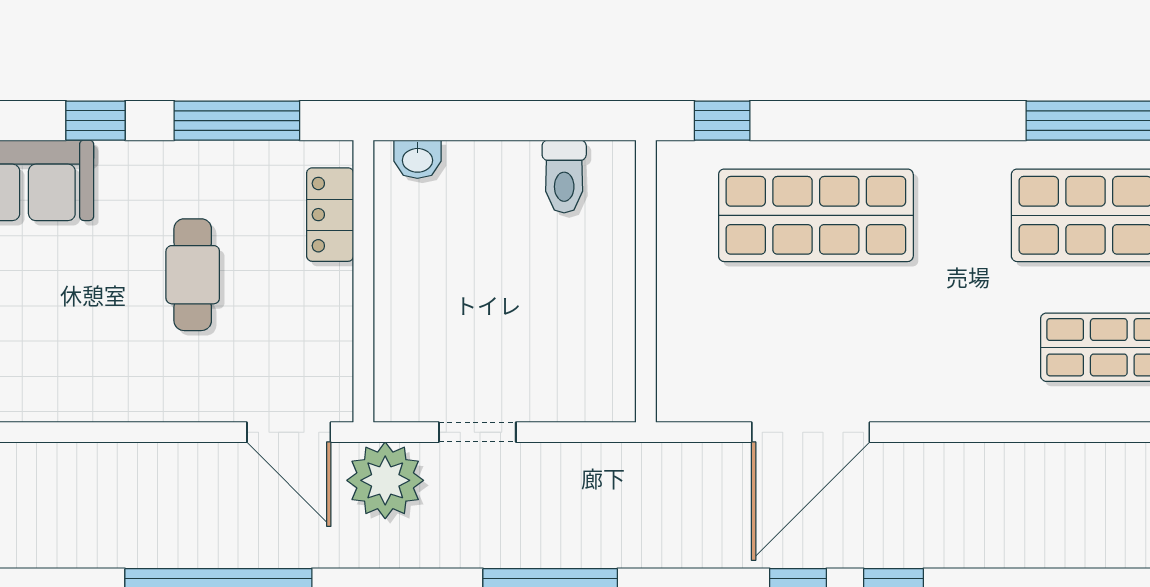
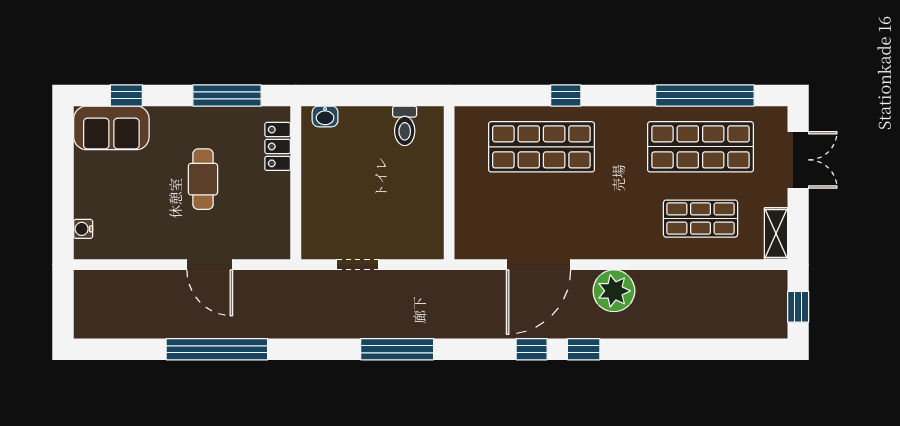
window: (96, 121) -> (126, 95), moved
window: (722, 121) -> (566, 95), moved
door: (289, 432) -> (210, 265), moved
plant: (385, 480) -> (614, 291), moved

